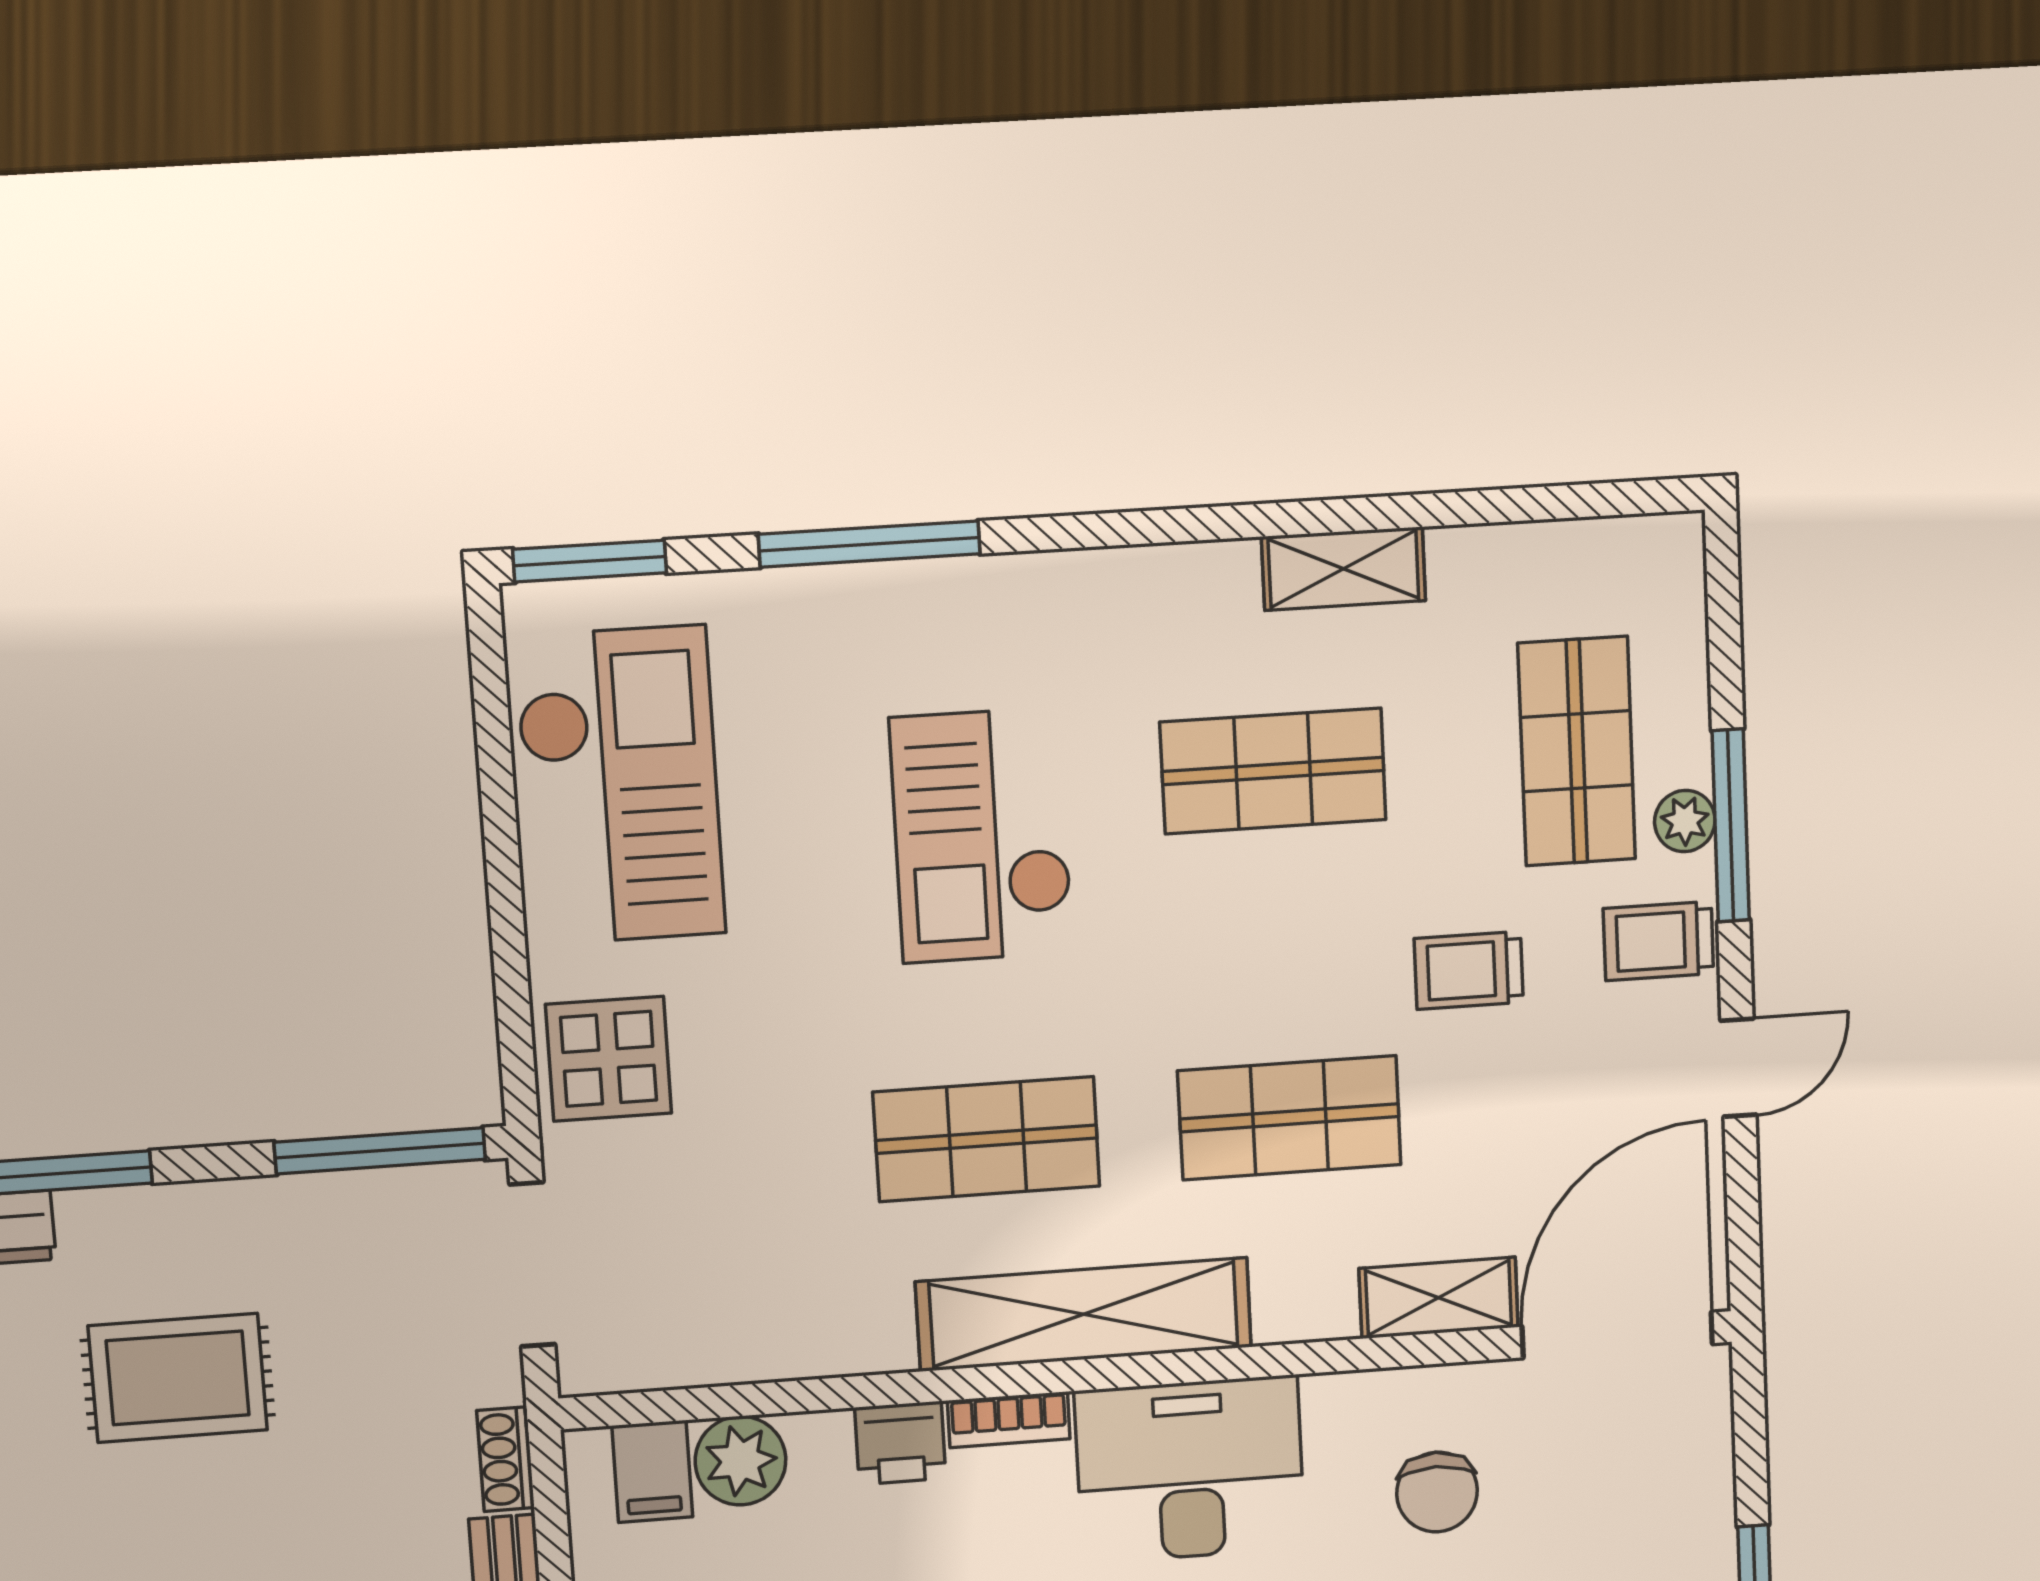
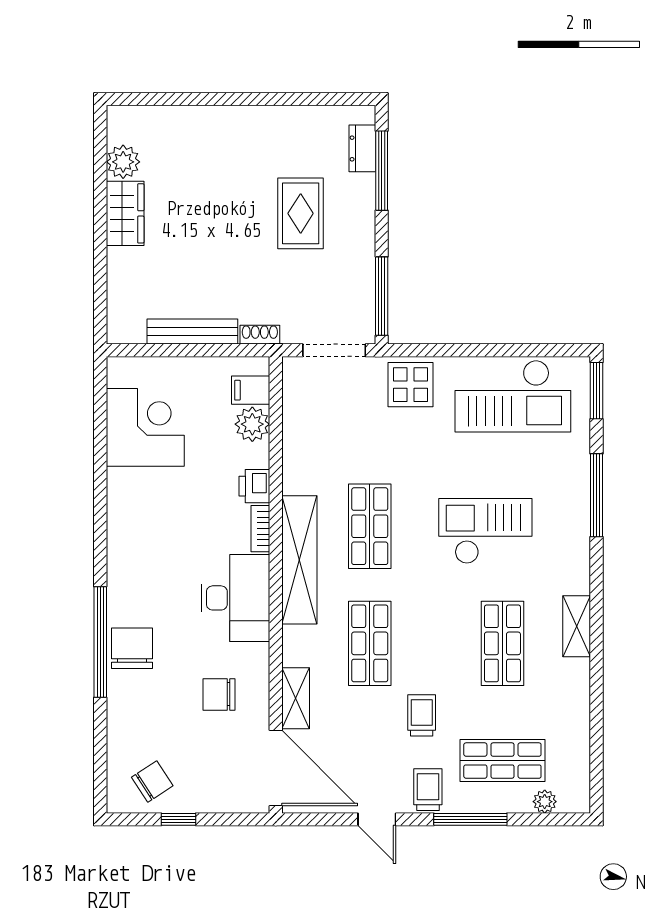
shelving: (1343, 569) -> (577, 626), moved
plant: (1685, 821) -> (545, 802), moved

